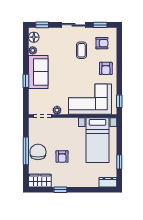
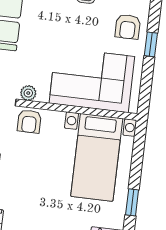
window: (119, 101) -> (151, 44), moved
armchair: (62, 156) -> (29, 121), moved

